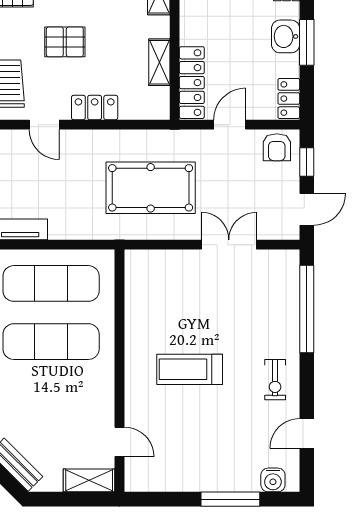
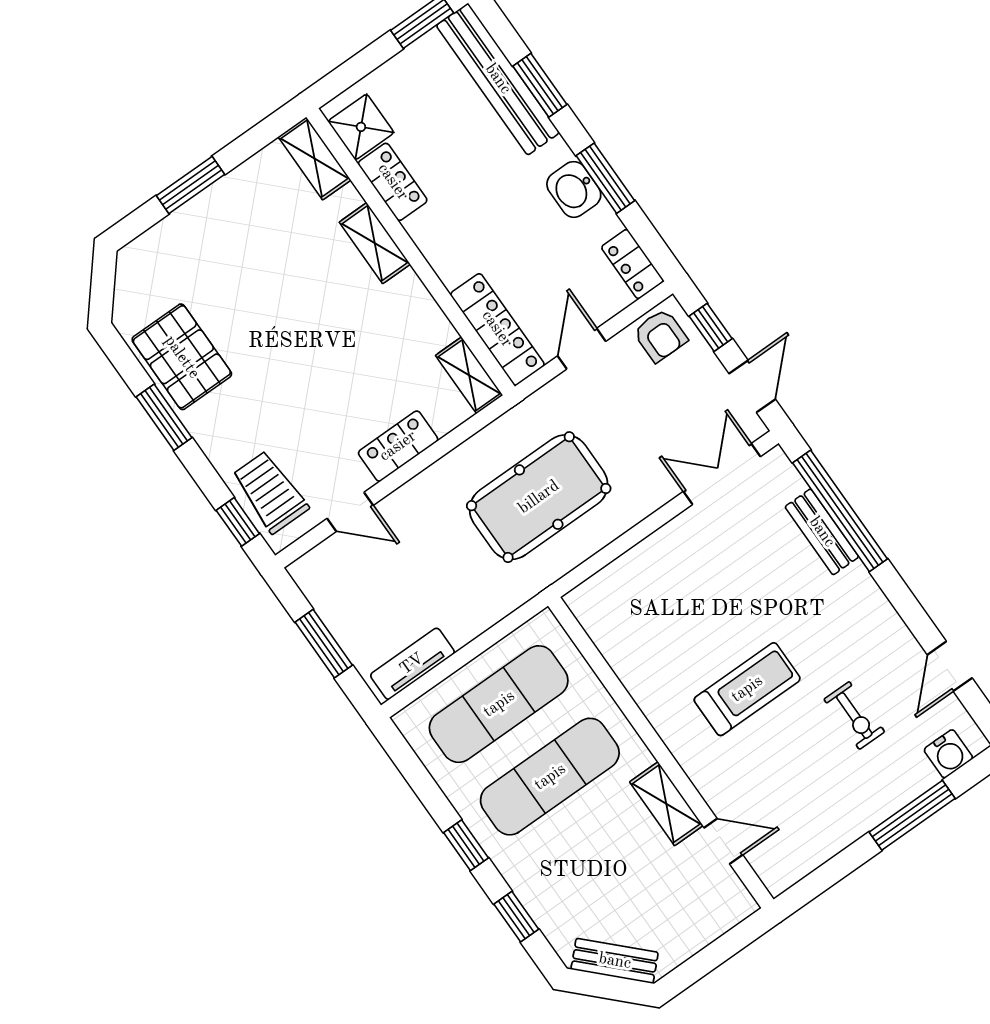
pallet: (65, 42) -> (303, 391), removed
shelving: (159, 62) -> (469, 375), moved
double door: (229, 245) -> (722, 474), moved
bench: (289, 313) -> (822, 532), added
treadmill: (190, 369) -> (747, 689), turned 180
exercise bike: (275, 380) -> (854, 715), moved
shelving: (89, 480) -> (666, 804), moved, turned 90

